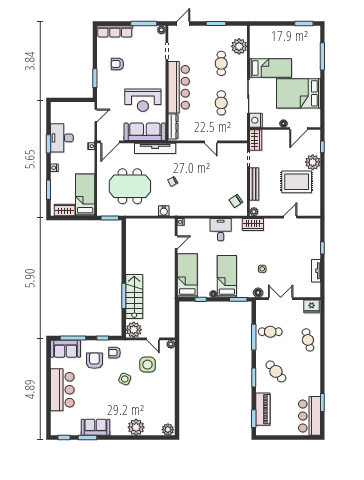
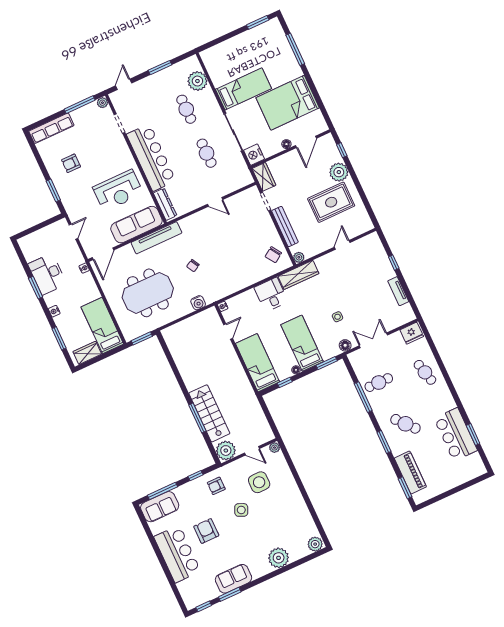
wardrobe: (253, 224) -> (298, 275), width x1.50
armchair: (94, 361) -> (206, 531), moved
bar counter: (309, 416) -> (456, 434), moved

